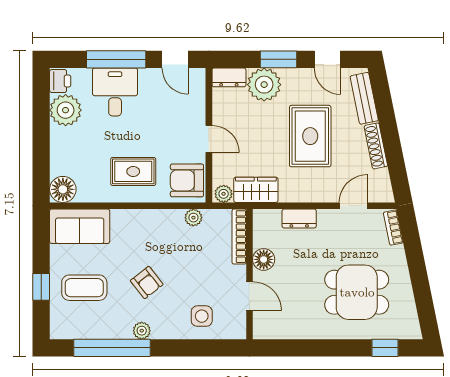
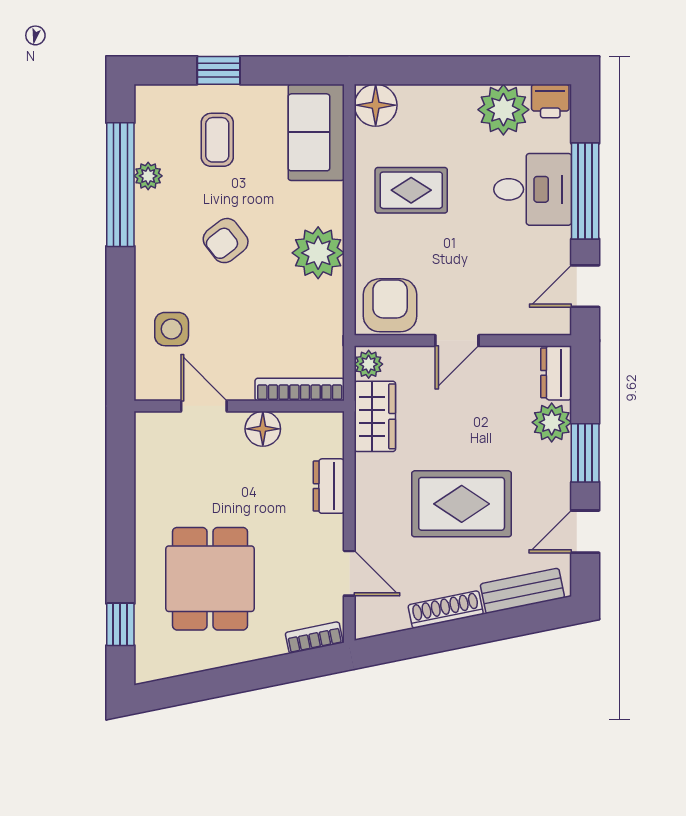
plant: (264, 85) -> (552, 422), width x0.73, depth x0.73
rug: (133, 171) -> (411, 190), moved, turned 90
plant: (193, 218) -> (318, 253), moved, width x1.87, depth x1.87
coffee table: (84, 288) -> (217, 140), width x0.73, depth x0.77
door: (249, 296) -> (204, 406), swing flipped
plant: (142, 331) -> (148, 176), moved

